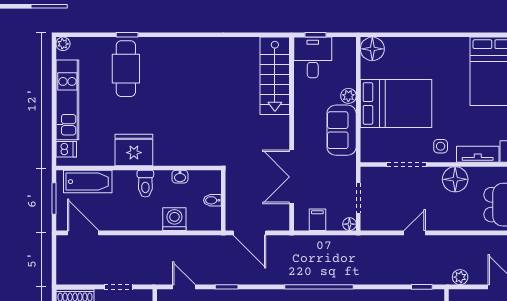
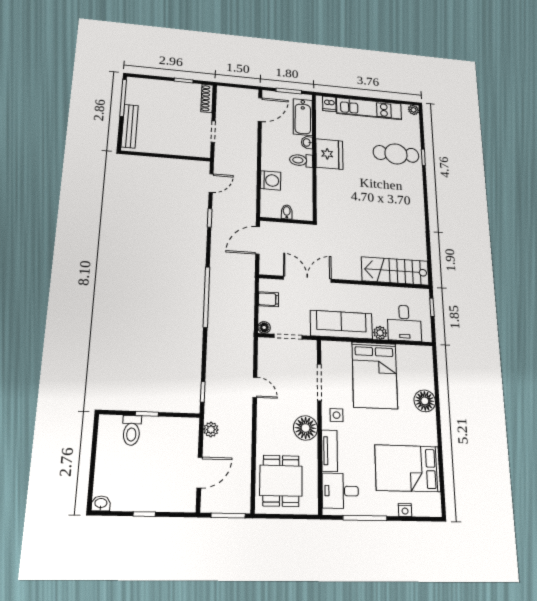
floor lamp: (372, 49) -> (425, 401), moved
desk: (313, 57) -> (404, 323), moved, turned 90
sofa: (342, 130) -> (341, 325), width x1.36
washbasin: (180, 177) -> (307, 143), moved

